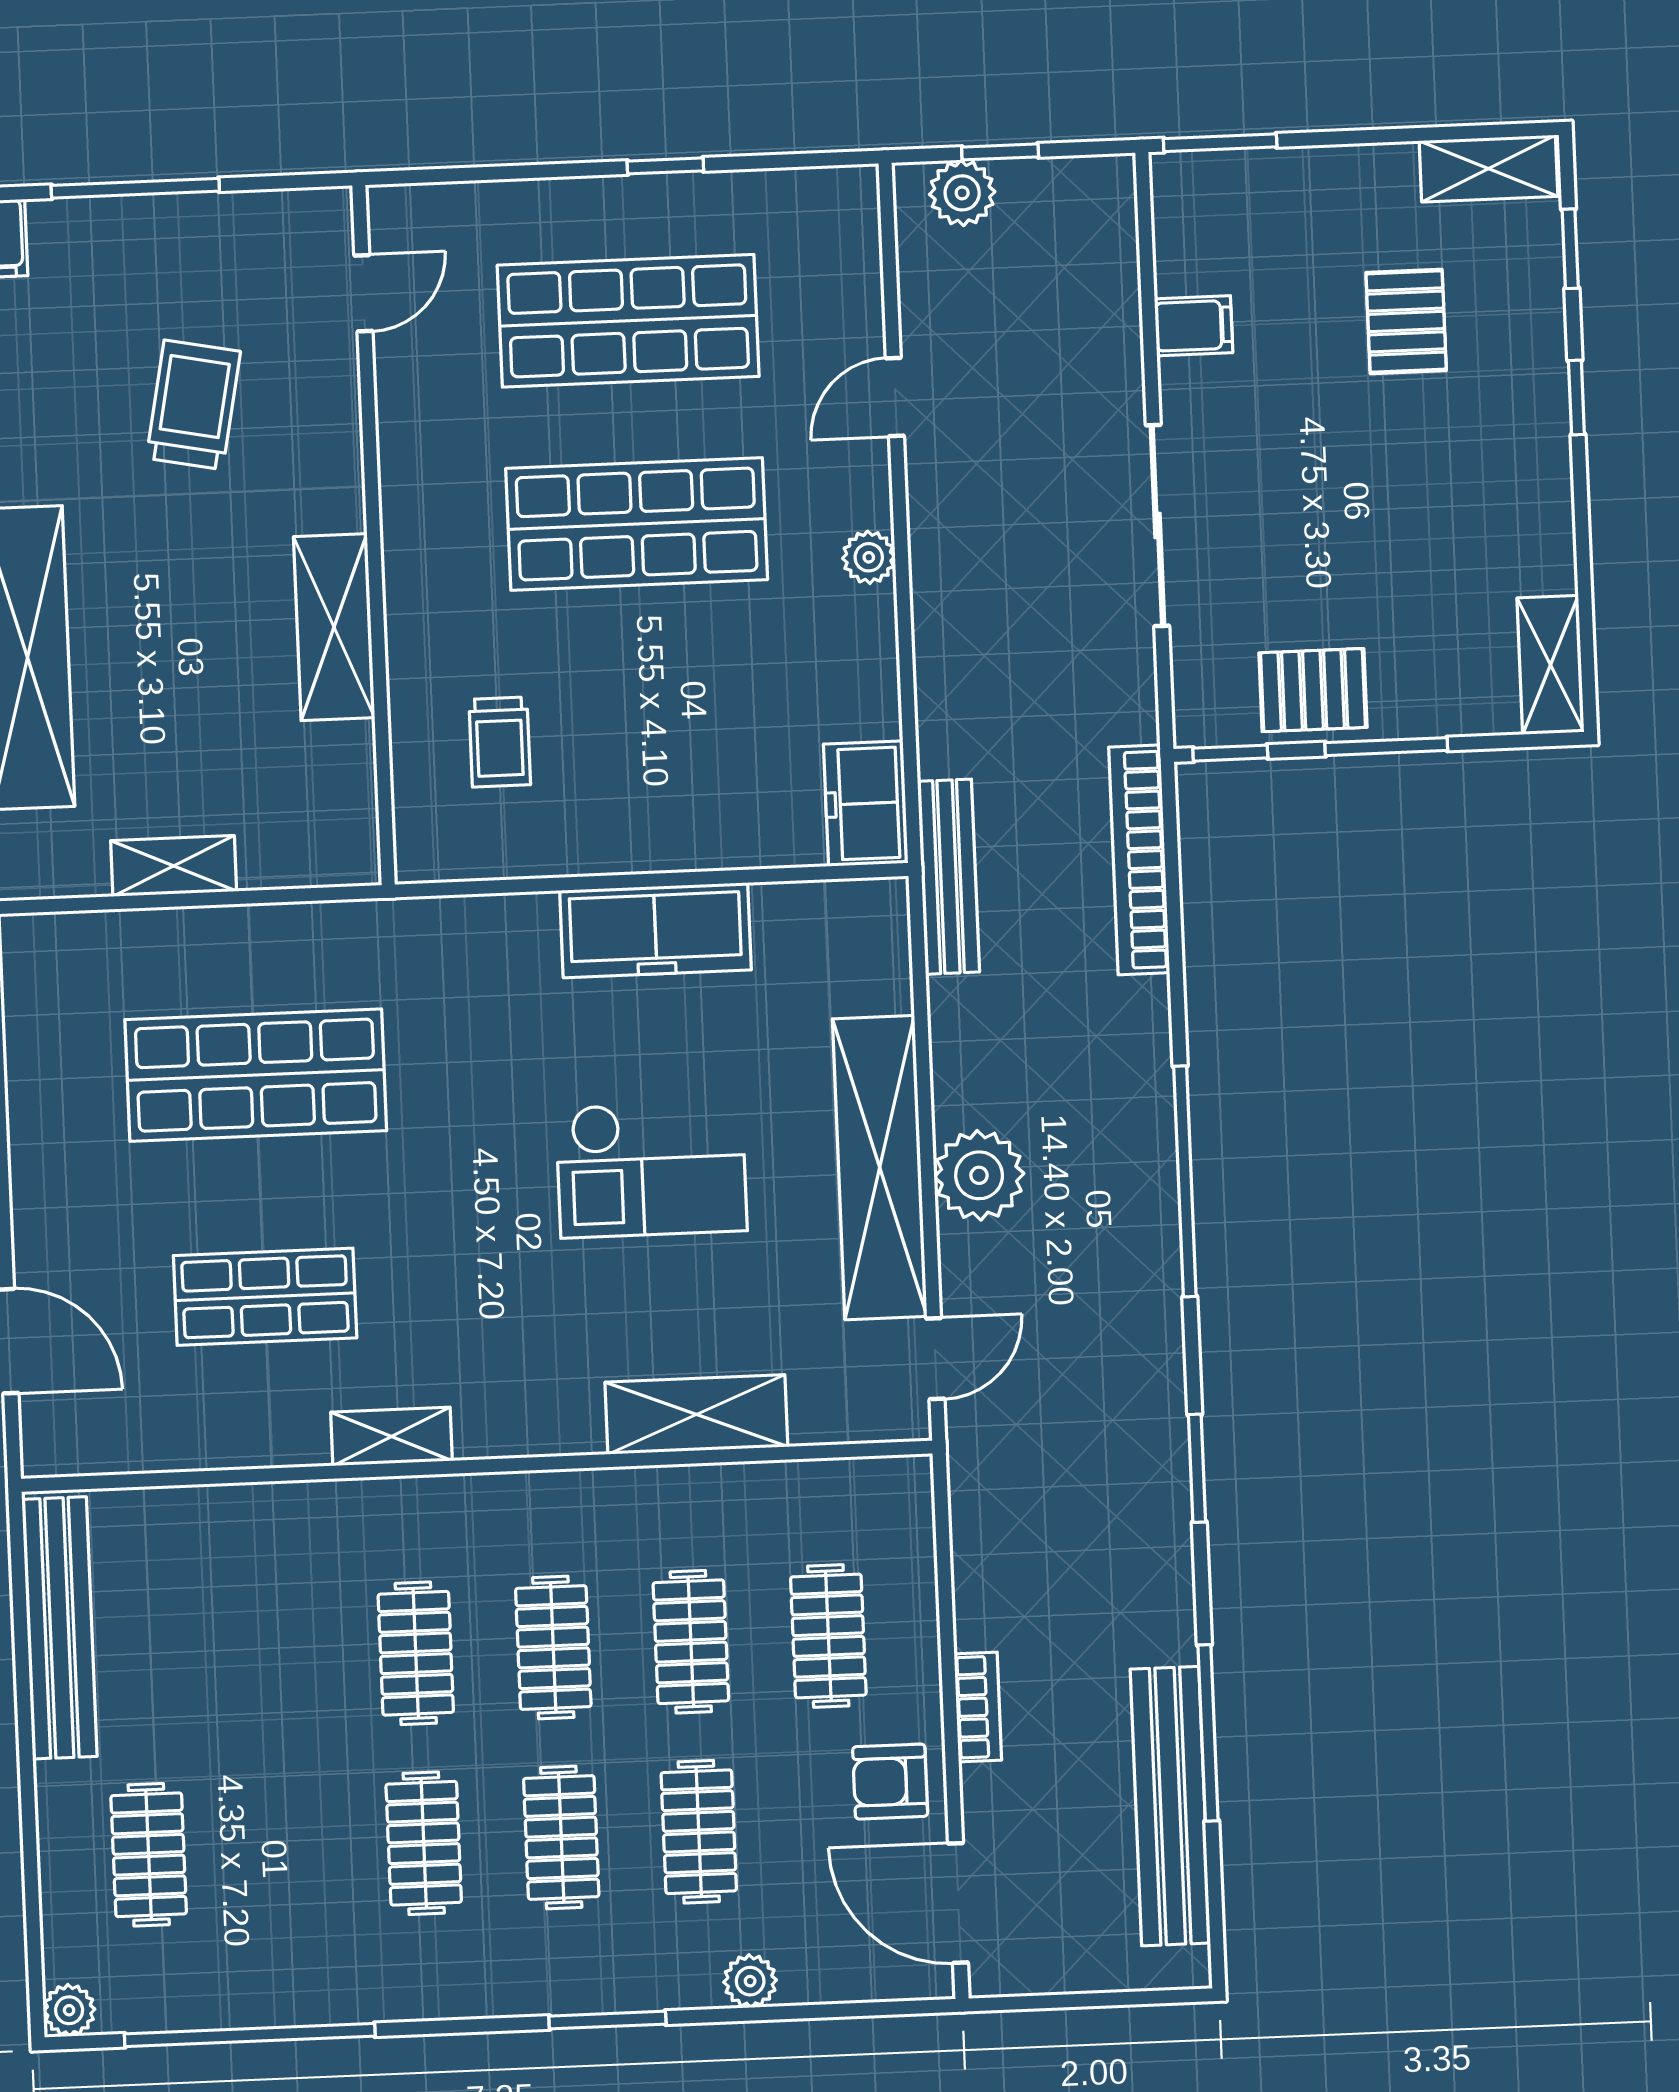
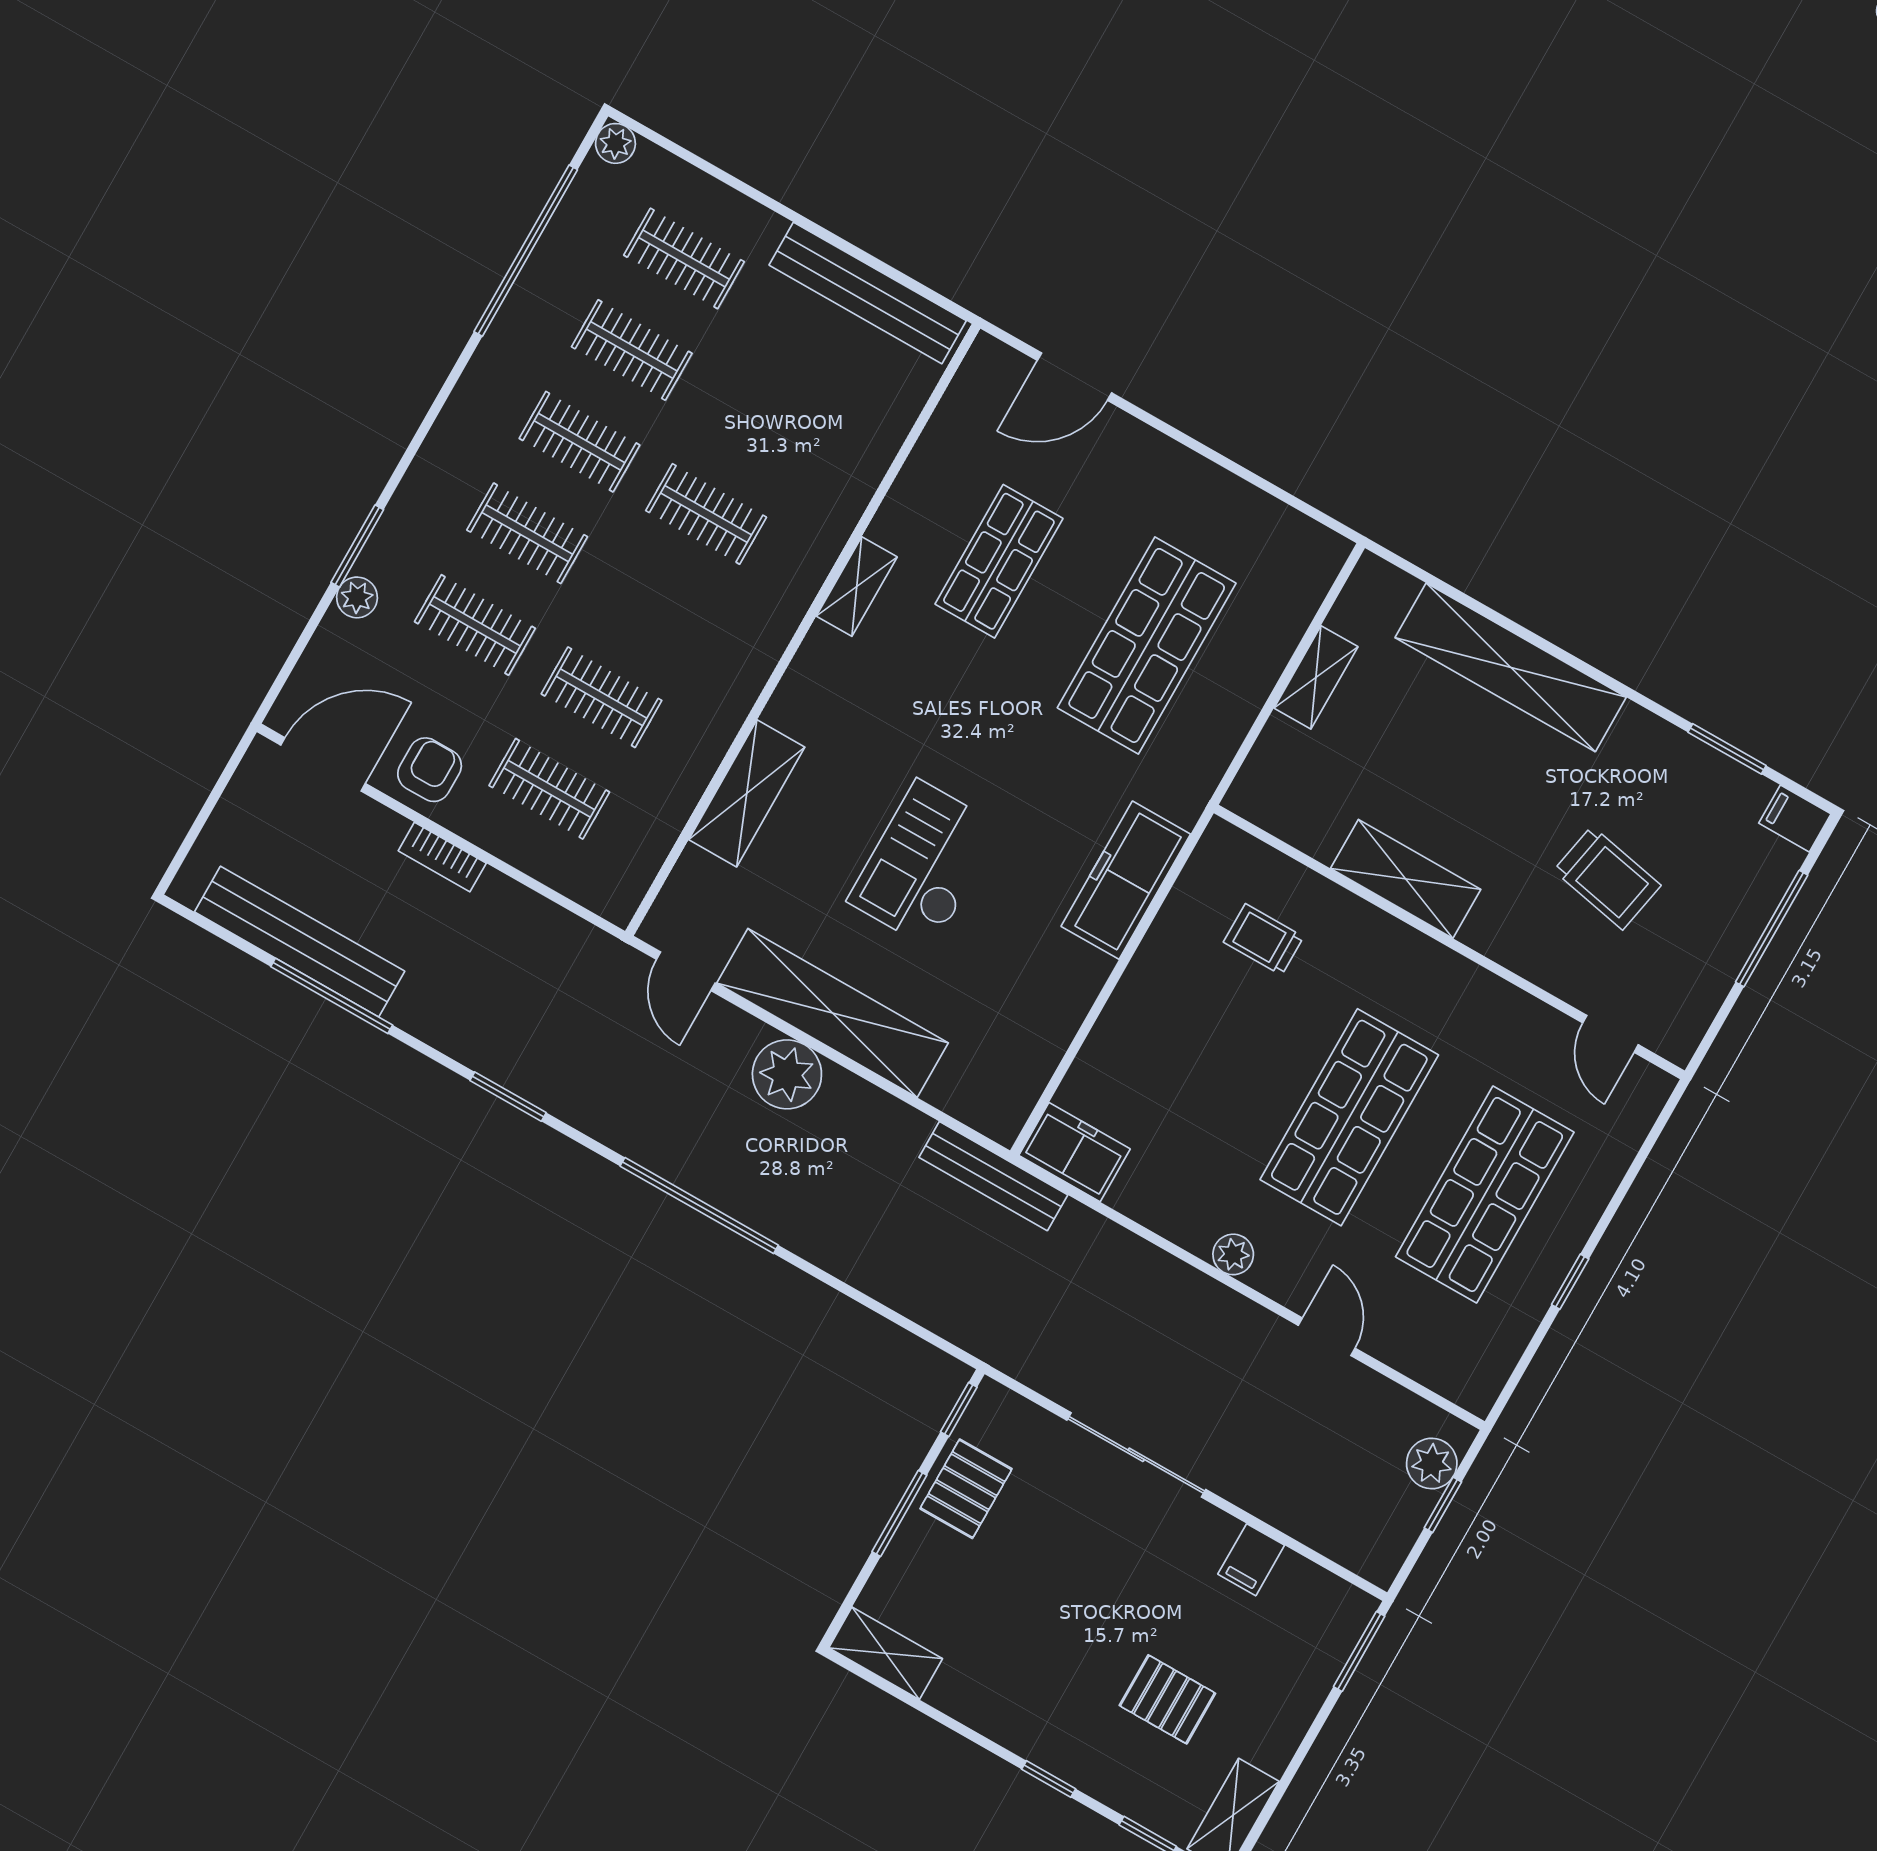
bookcase: (1139, 860) -> (927, 1307), removed
freezer: (655, 930) -> (1126, 880), moved
clothes rail: (553, 1648) -> (632, 350), moved
window: (607, 2020) -> (357, 546), moved

